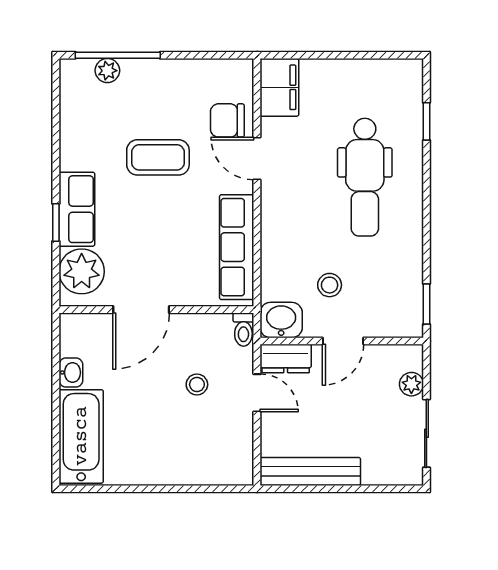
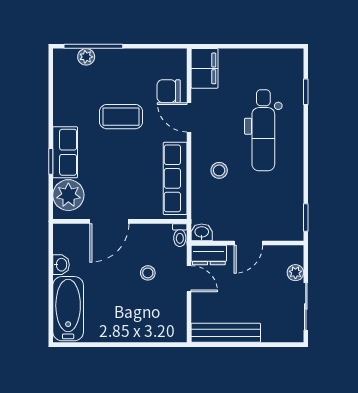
stool: (330, 285) -> (219, 170), moved
washbasin: (281, 320) -> (202, 232), width x0.72, depth x0.69

